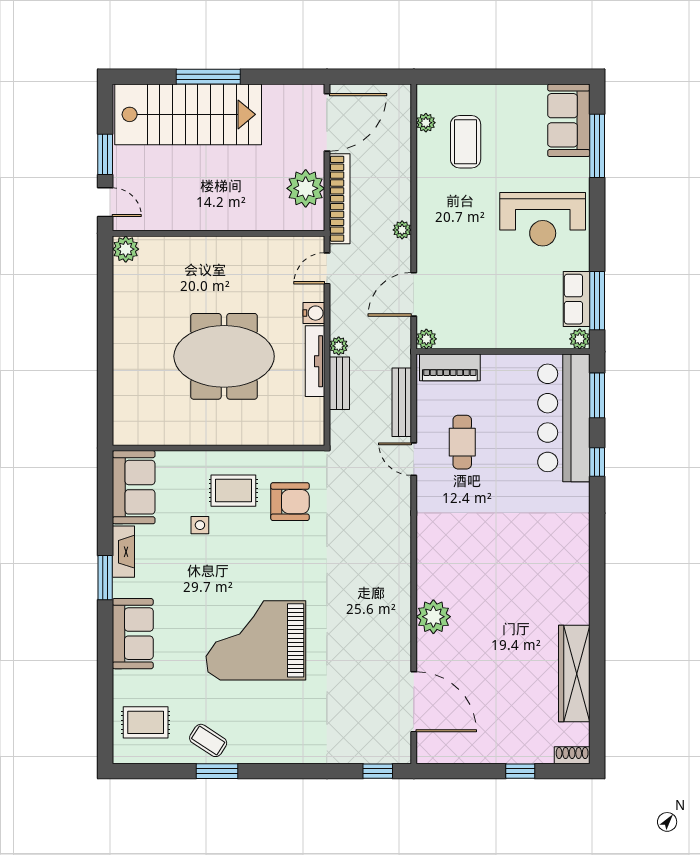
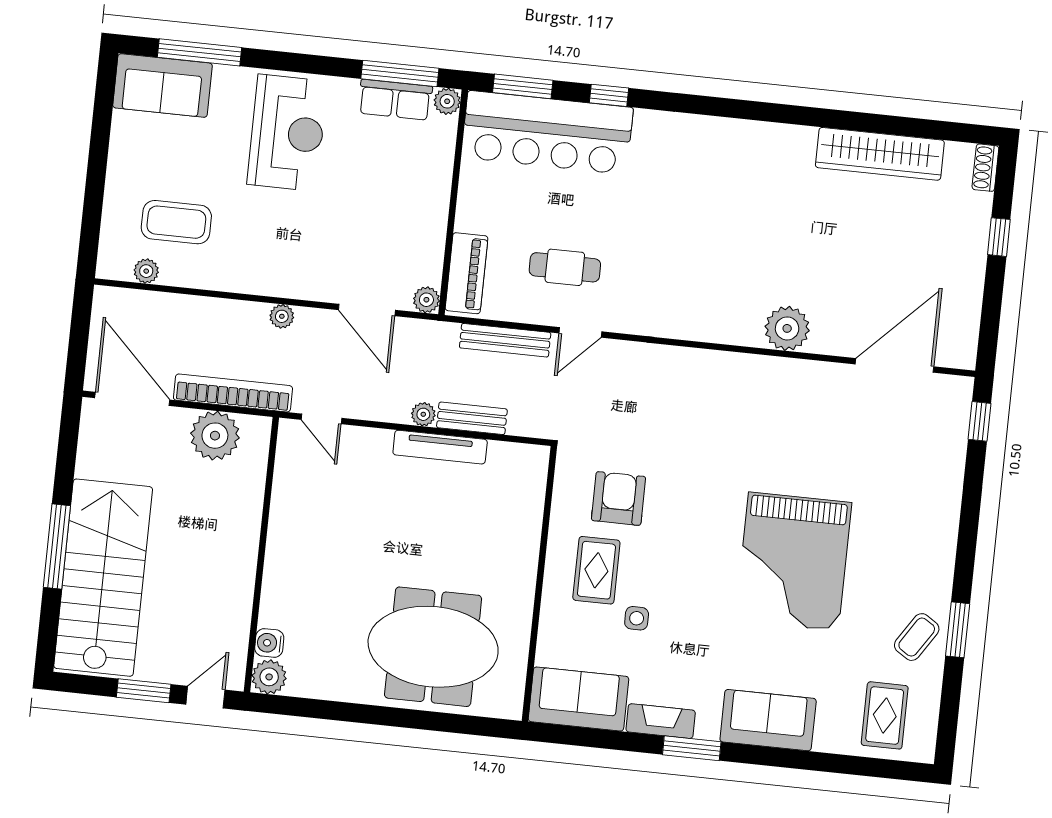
water cooler: (314, 313) -> (269, 643), moved, turned -90
meeting table: (224, 356) -> (433, 647), moved, turned 90

